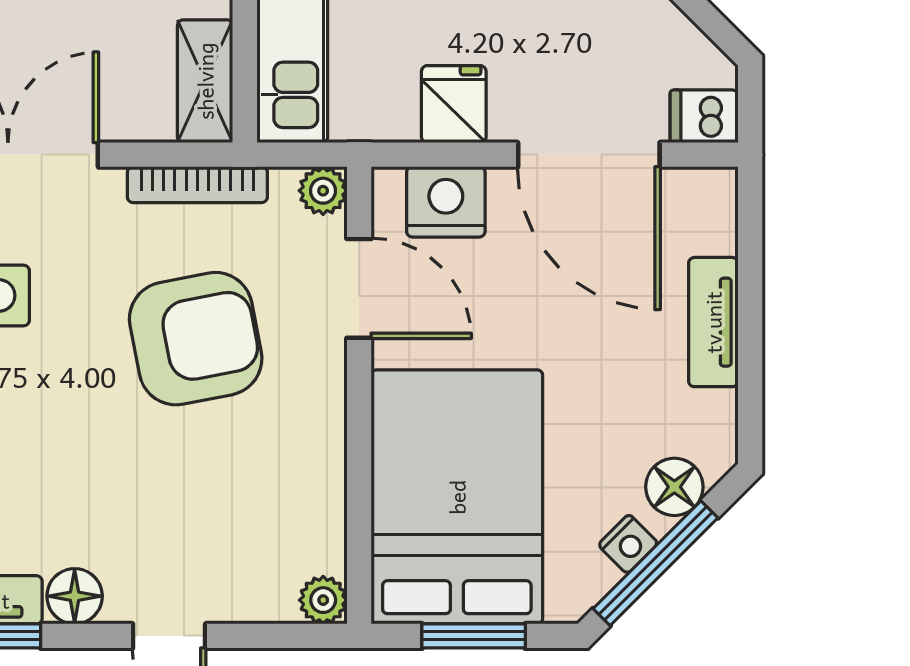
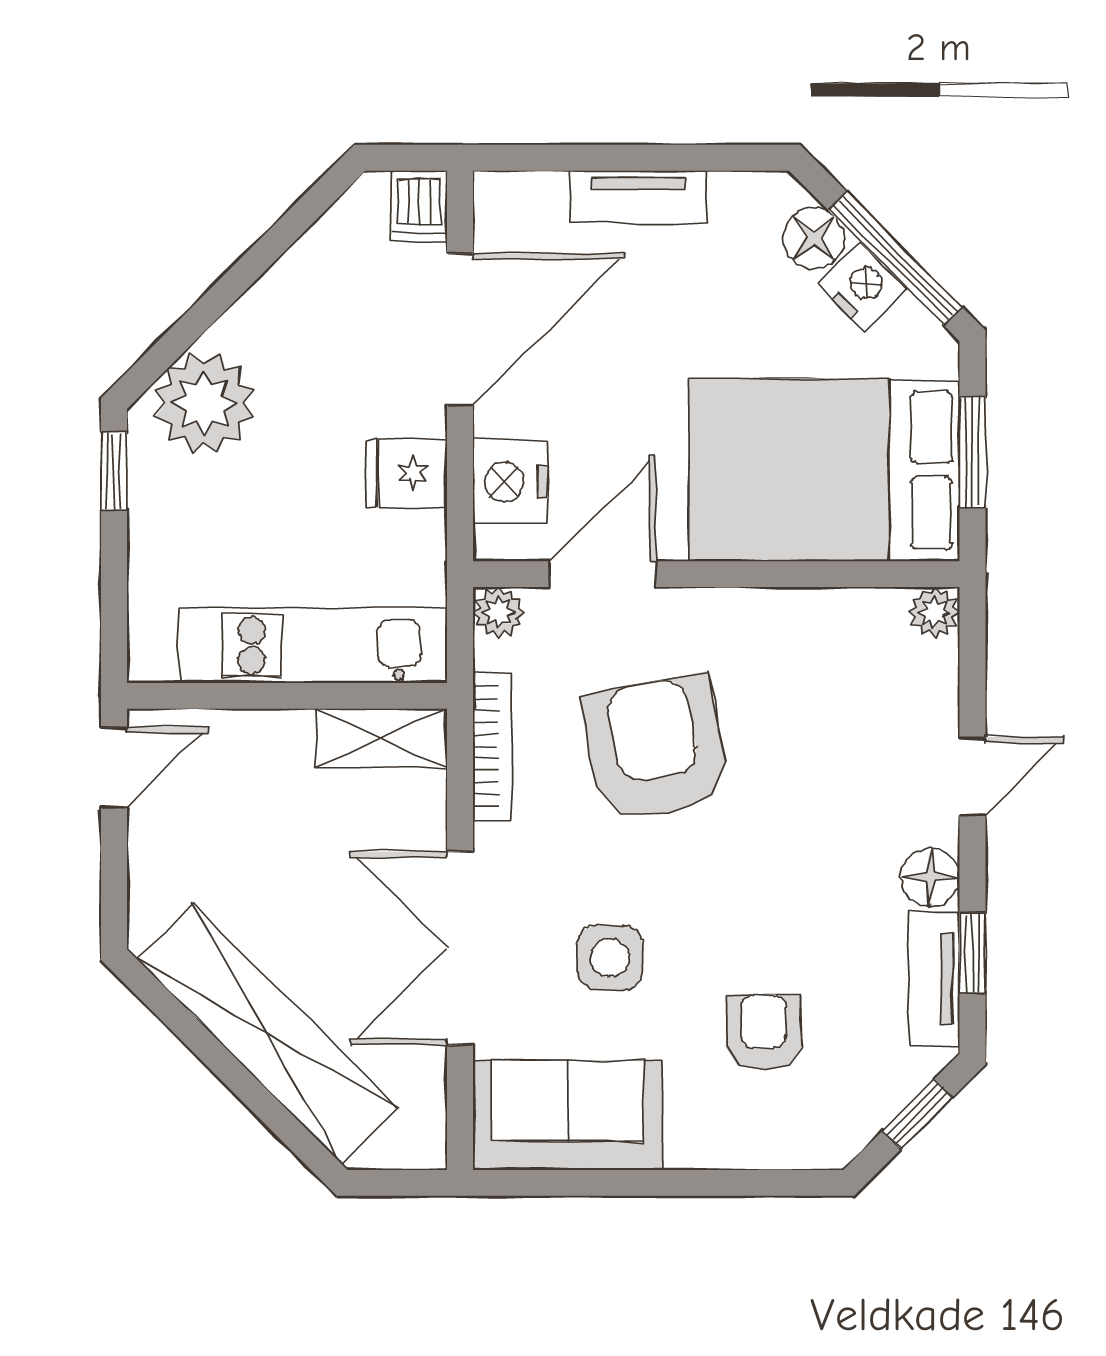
nightstand: (628, 544) -> (862, 287), width x1.39, depth x1.35

